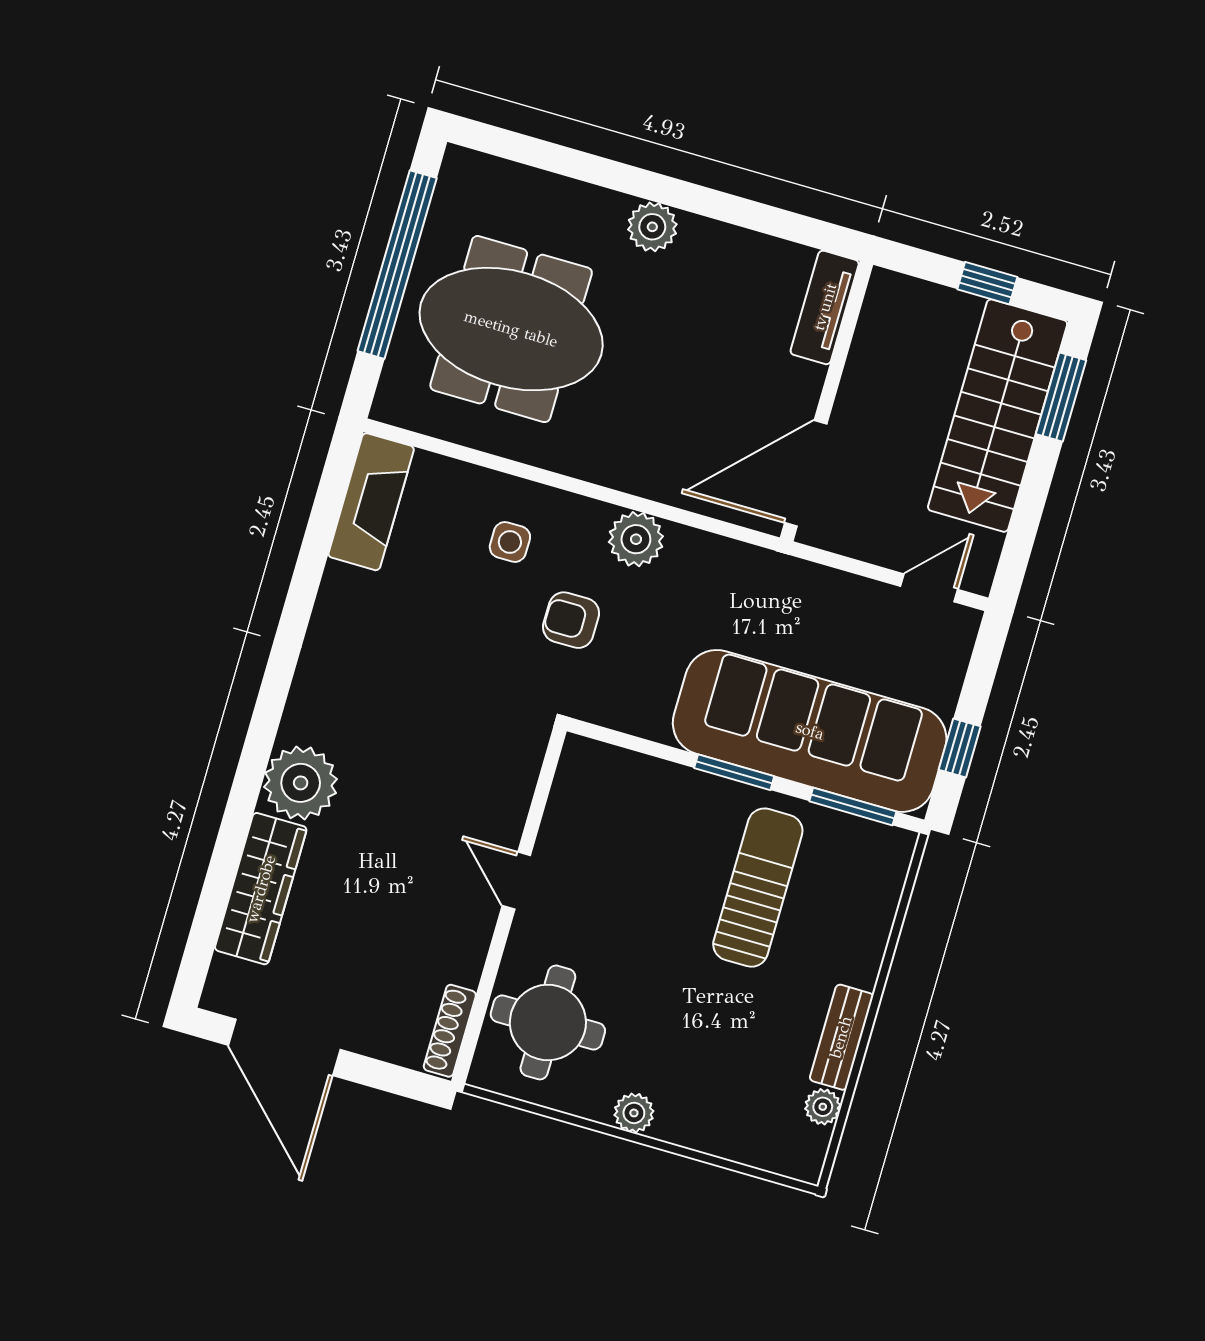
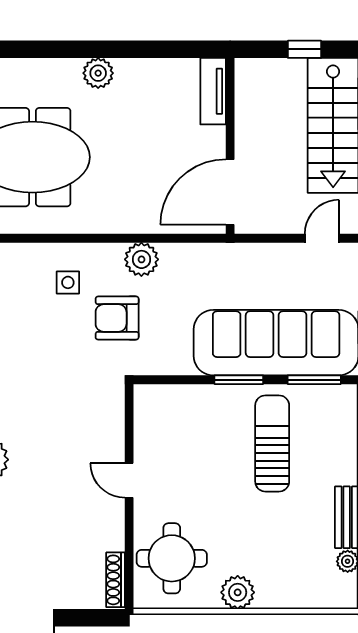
armchair: (571, 620) -> (117, 318), width x1.38, depth x1.38
plant: (634, 1113) -> (238, 592), width x1.38, depth x1.38

